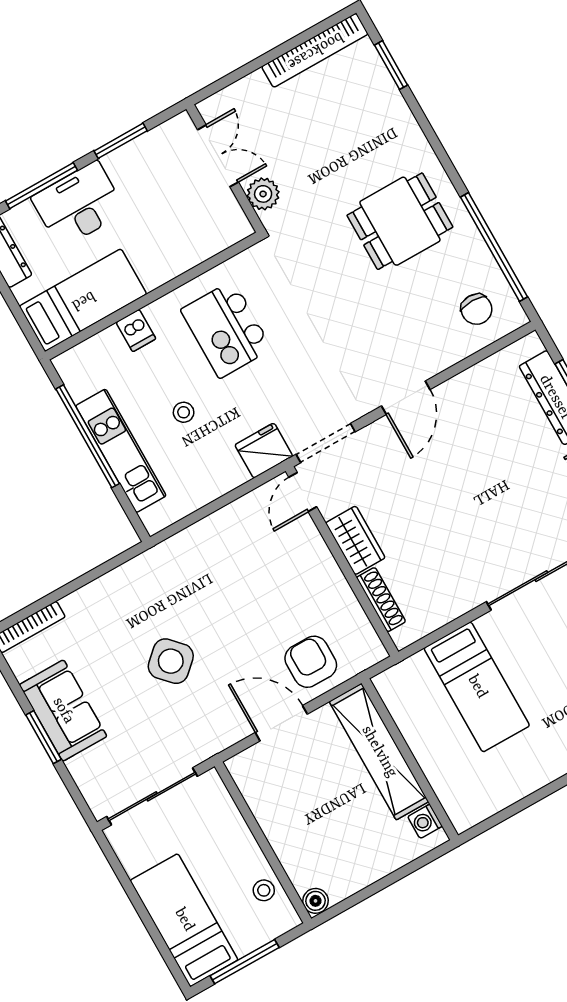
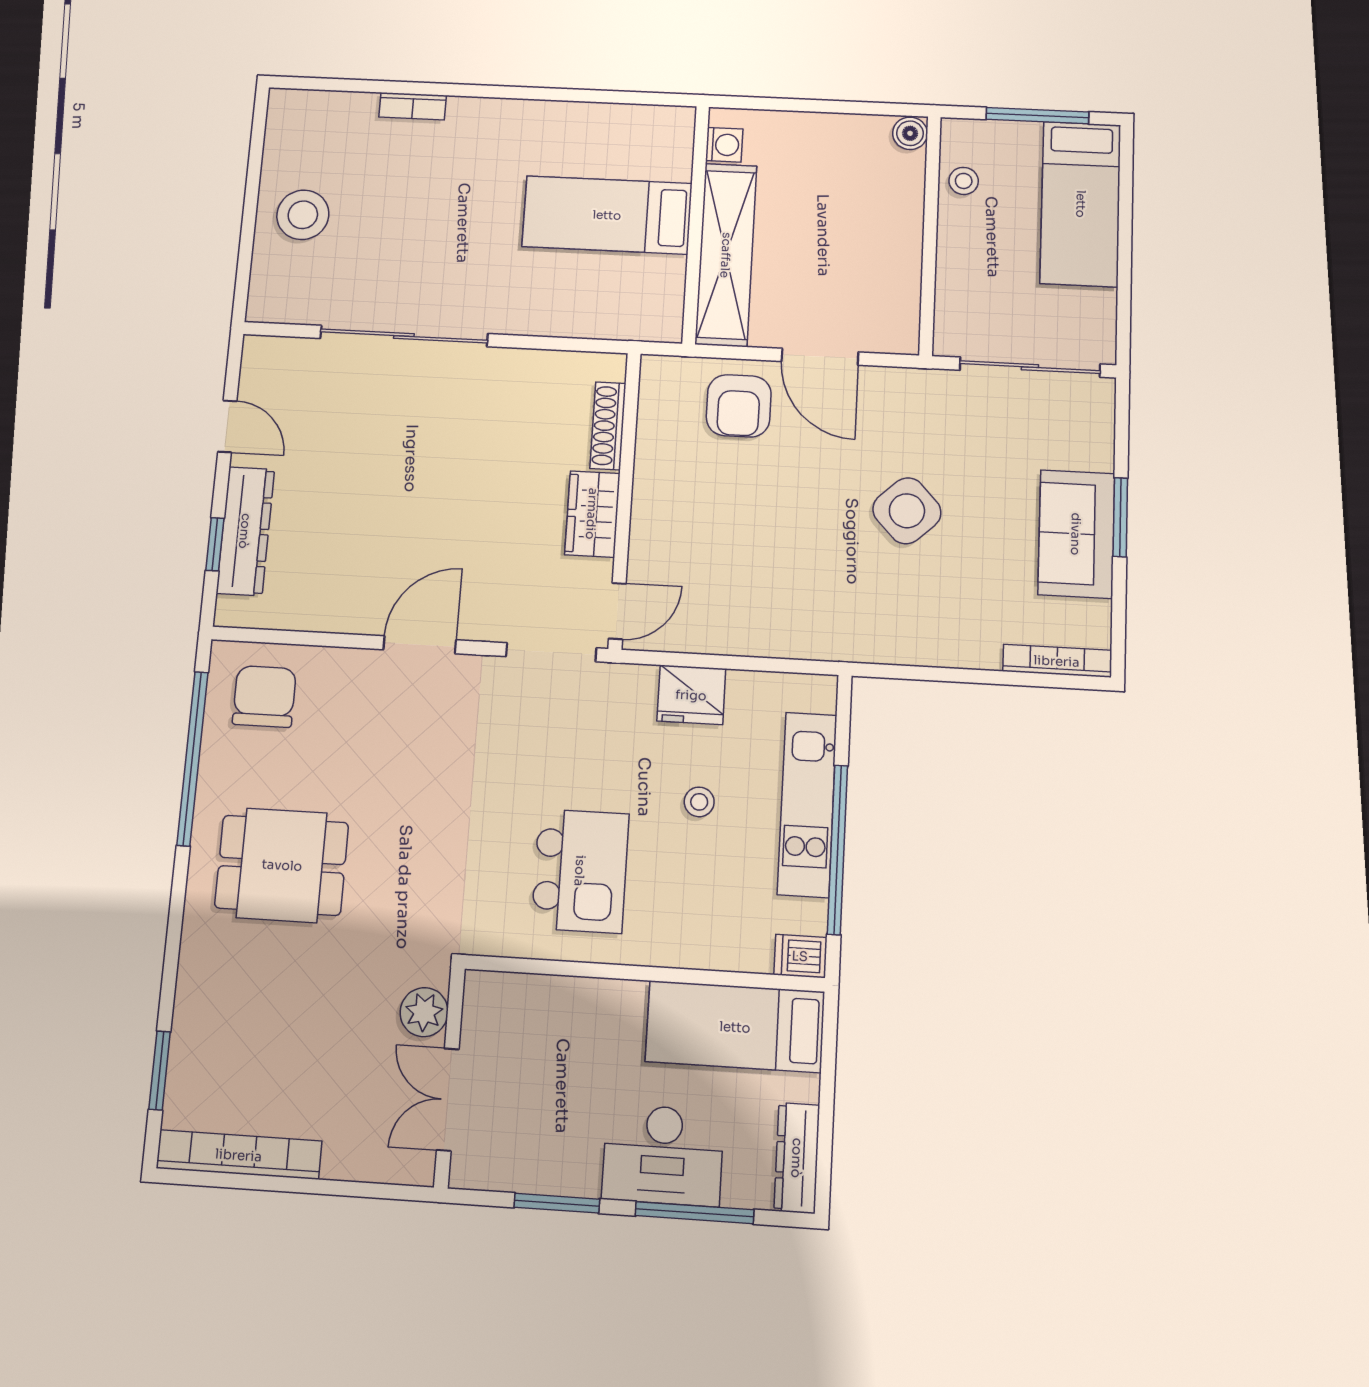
chair: (477, 309) -> (264, 696), width x1.37, depth x1.37
dishwasher: (136, 331) -> (800, 956), moved, turned -90
fridge: (264, 451) -> (691, 695), moved
bed: (477, 687) -> (607, 215), moved, turned -90

